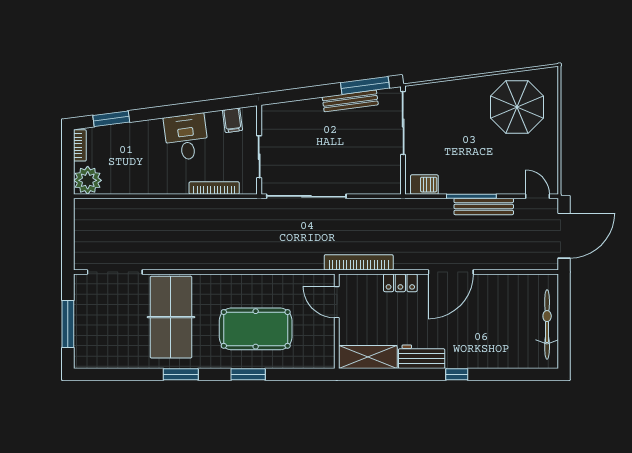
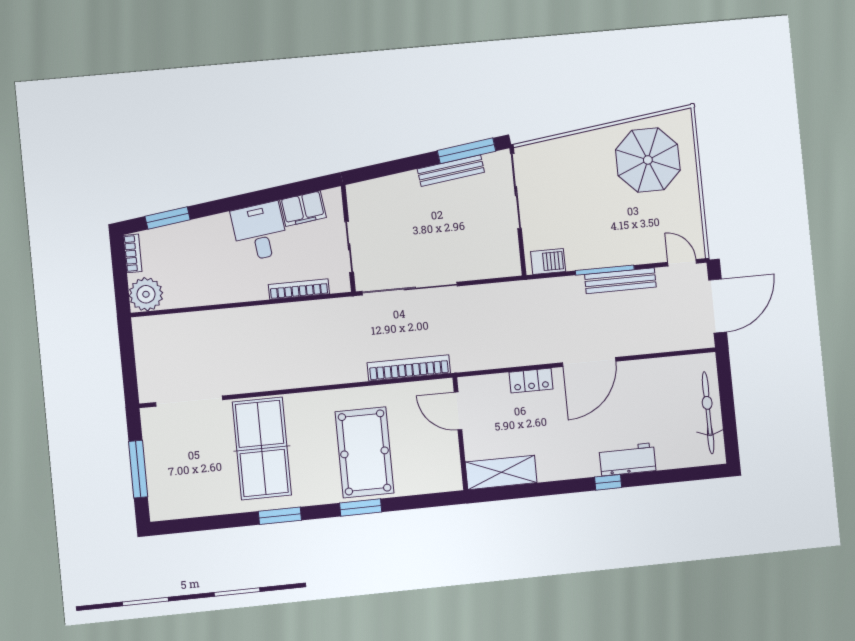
filing cabinet: (232, 120) -> (303, 209), width x2.00
bookcase: (359, 262) -> (409, 368), moved
pool table: (256, 329) -> (365, 452), turned 90
workbench: (422, 357) -> (627, 459), moved

